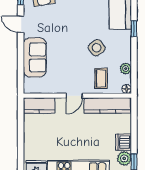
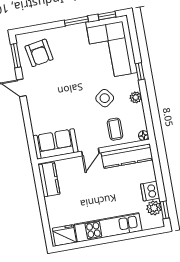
sofa: (35, 57) -> (55, 144), moved, turned -90
plant: (126, 69) -> (136, 97), moved
kitchen counter: (39, 106) -> (49, 179), moved, turned -90

